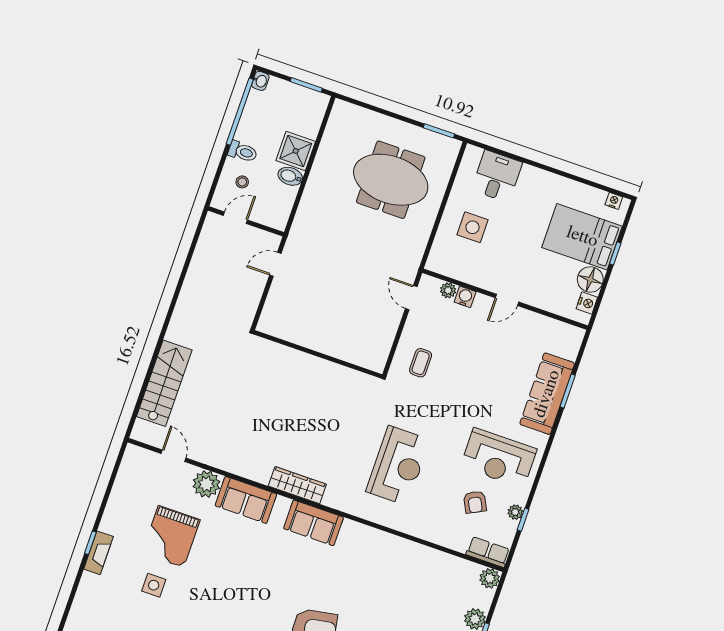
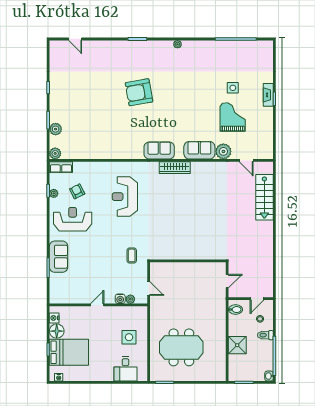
bidet: (290, 176) -> (235, 310), moved
wall: (318, 354) -> (188, 261), moved
sofa: (547, 394) -> (59, 257), width x0.73

